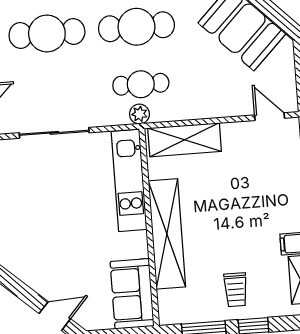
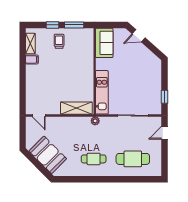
cafe table: (136, 27) -> (94, 159), width x0.73, depth x0.74
cafe table: (141, 84) -> (94, 134), removed
shelving: (167, 234) -> (87, 68), removed

